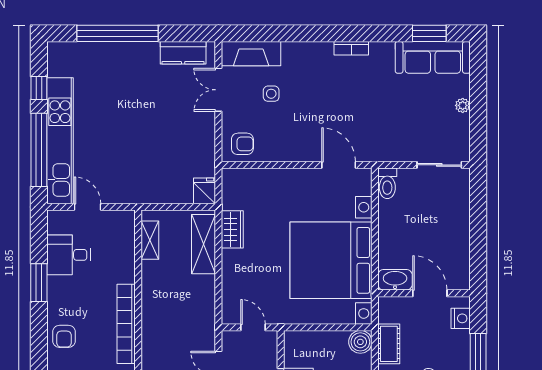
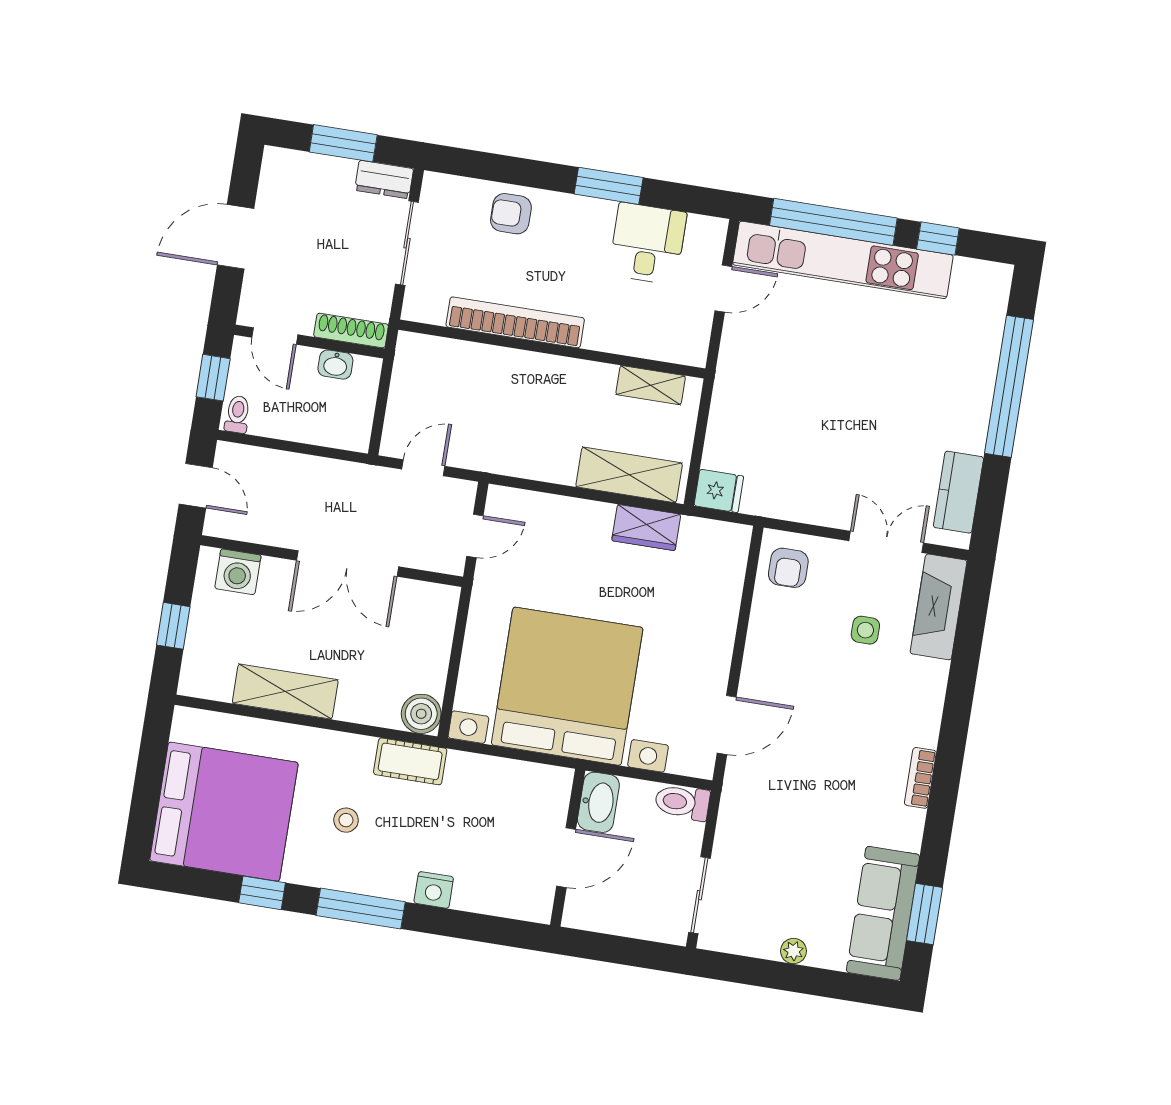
washbasin: (395, 280) -> (598, 802), moved
wall: (424, 293) -> (568, 848), moved
door: (430, 293) -> (566, 858), moved

